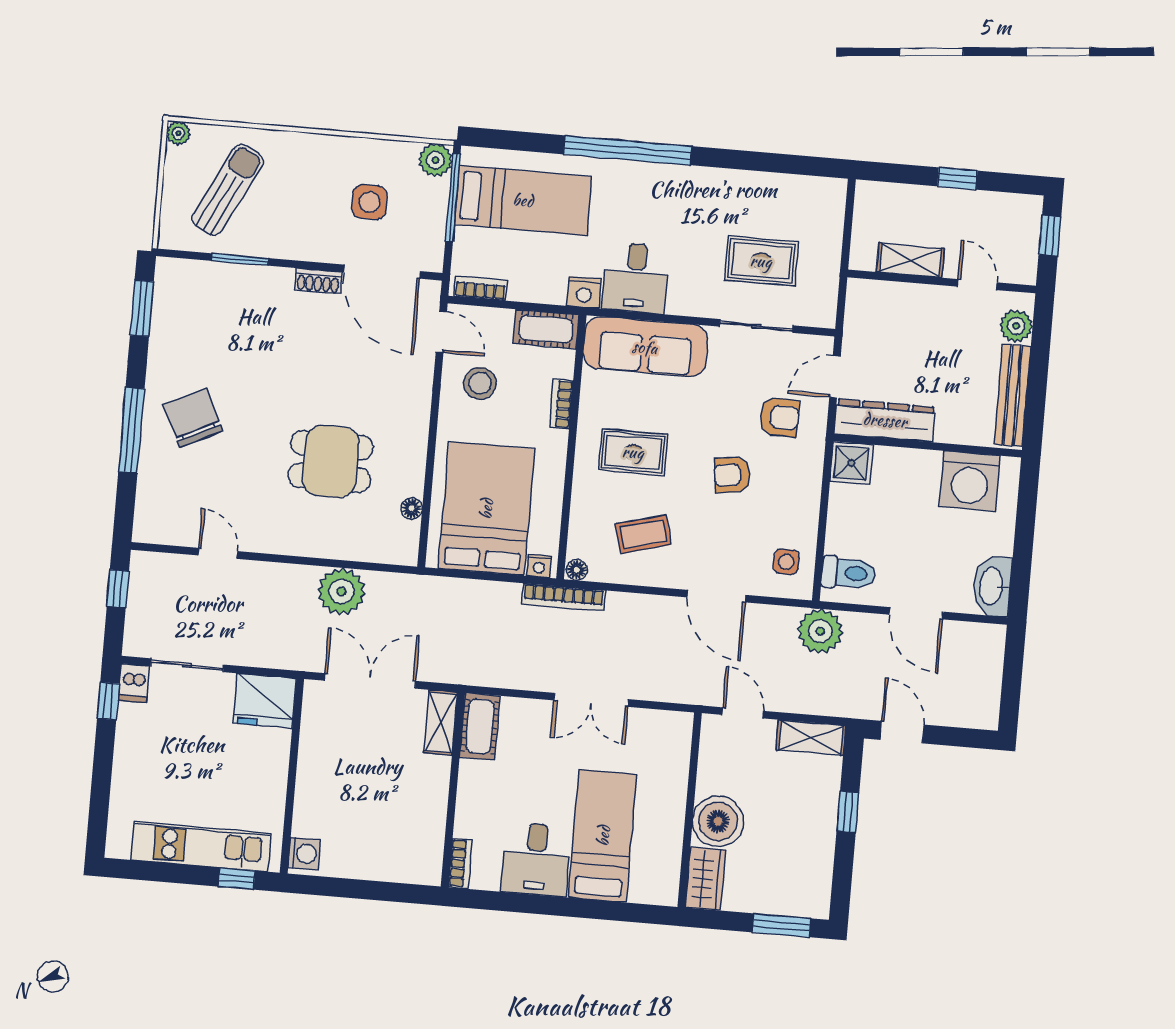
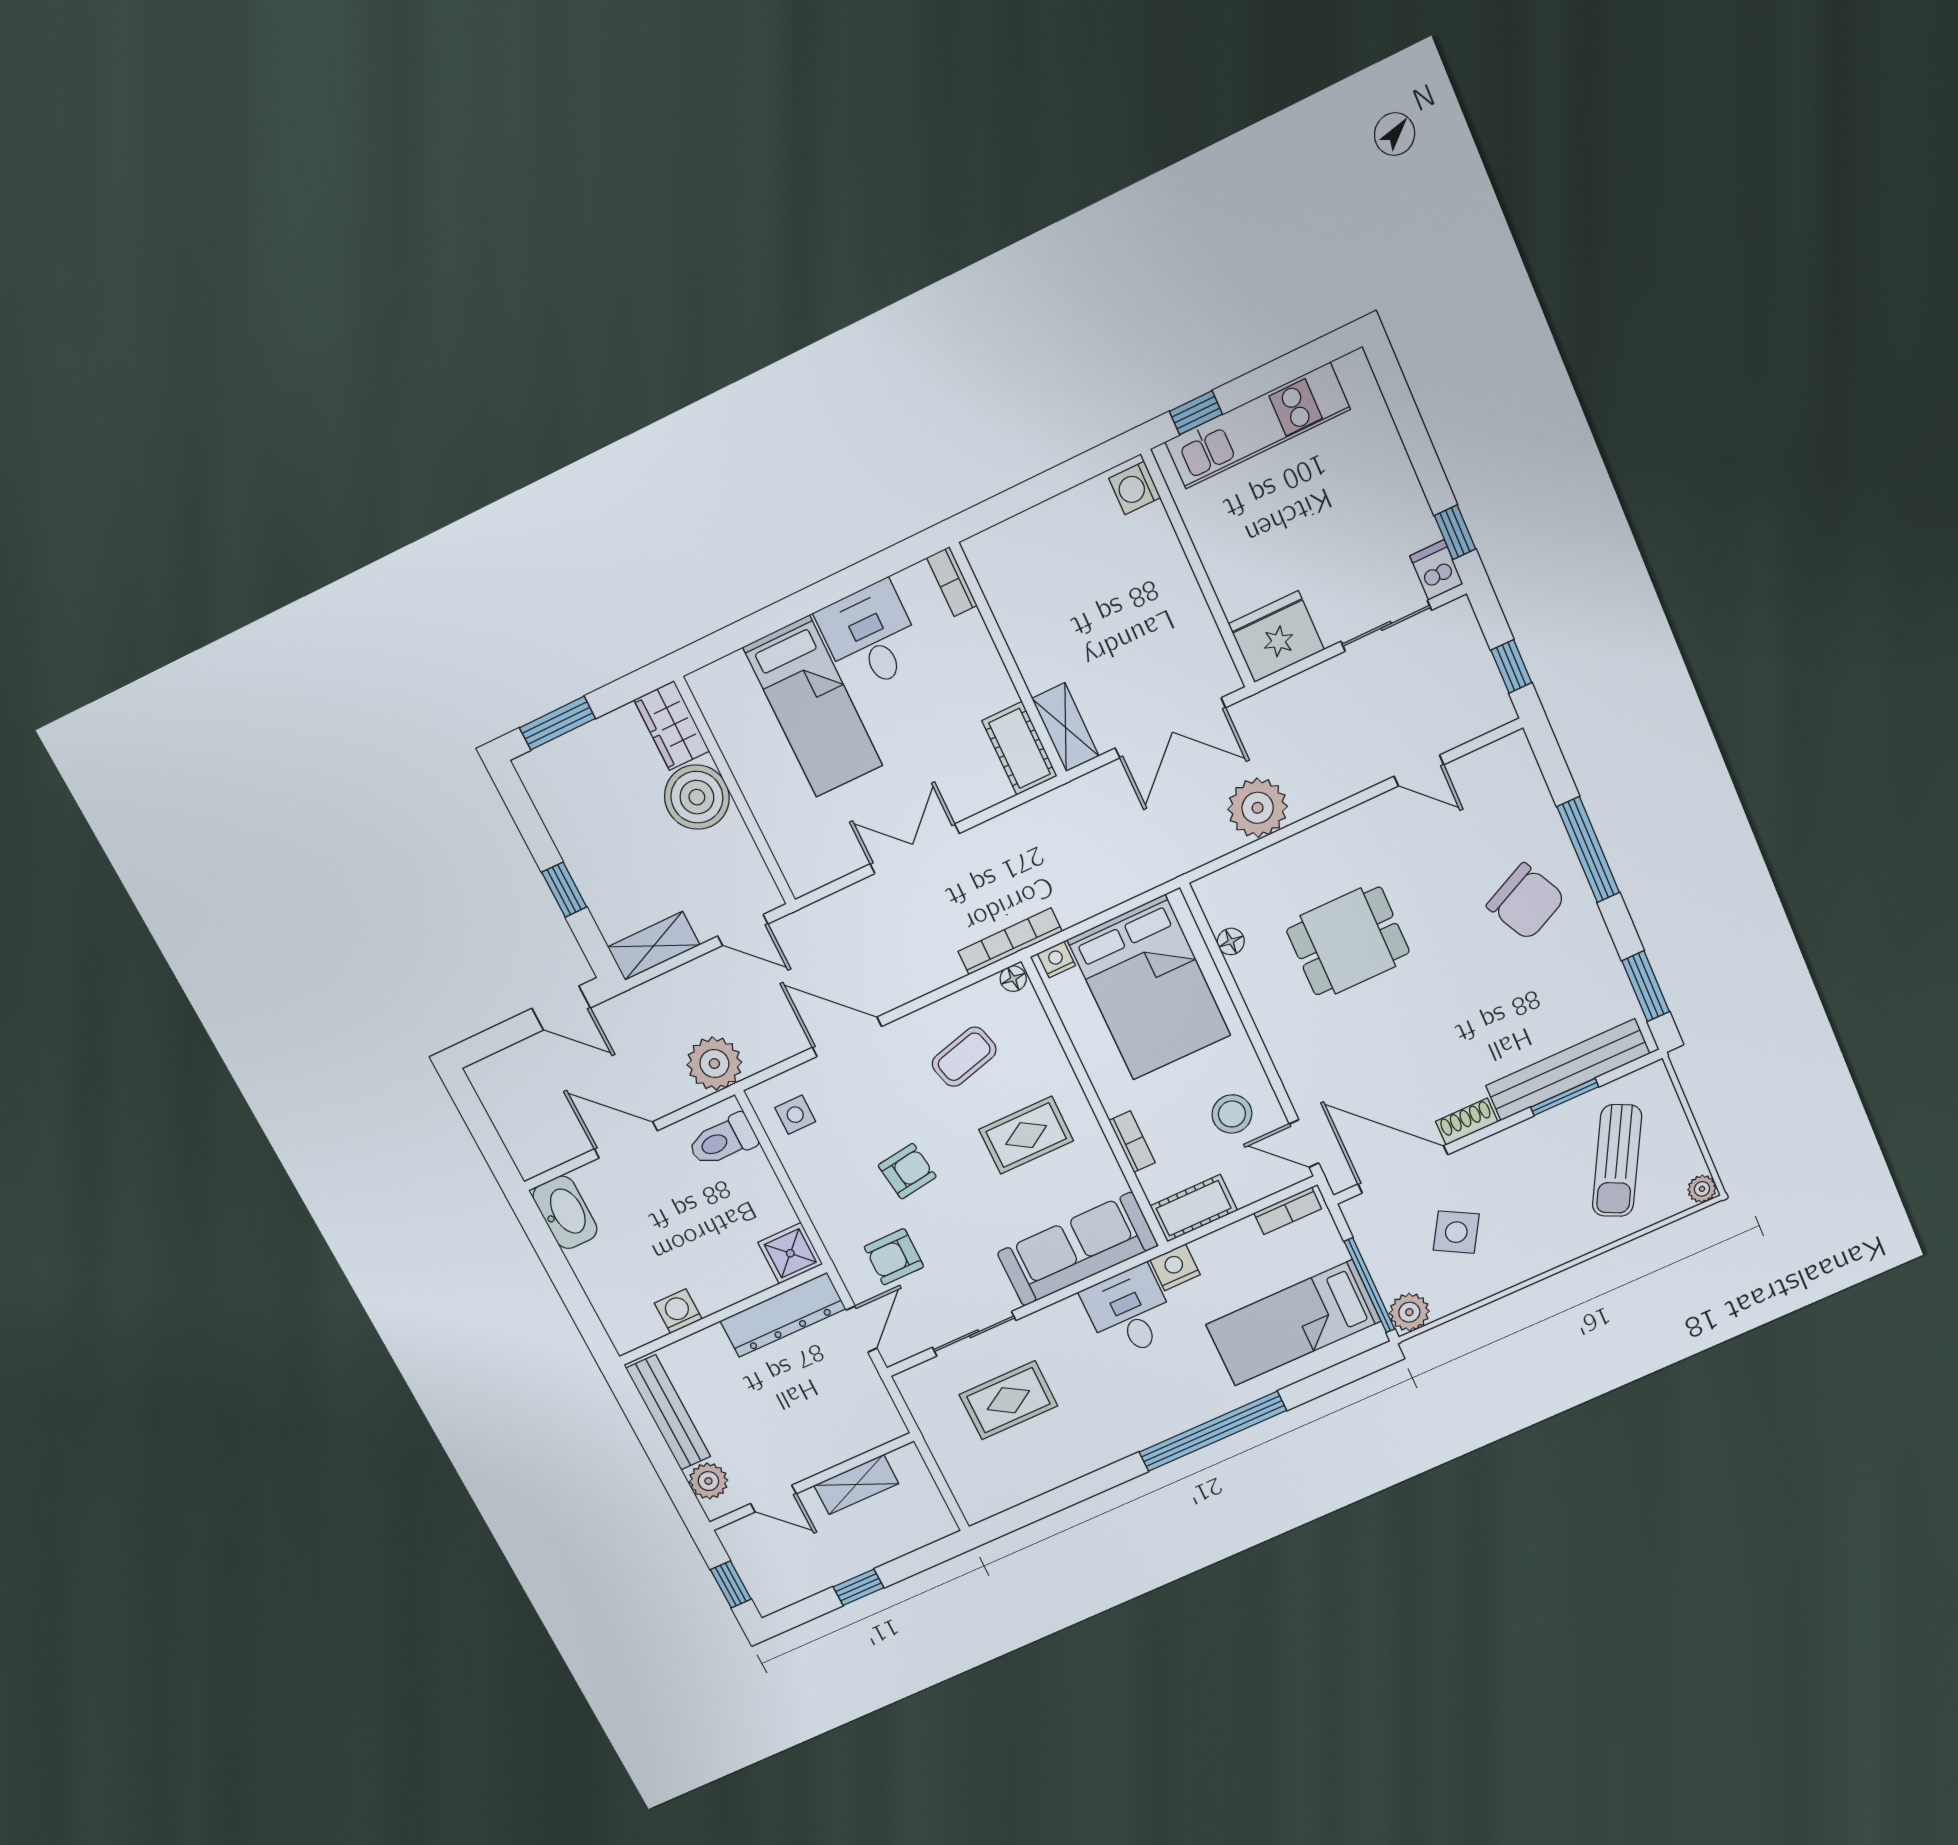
side table: (369, 202) -> (1456, 1232), turned 30
bench: (228, 278) -> (1568, 1070), added
washing machine: (970, 481) -> (678, 1311), width x0.53, depth x0.53

